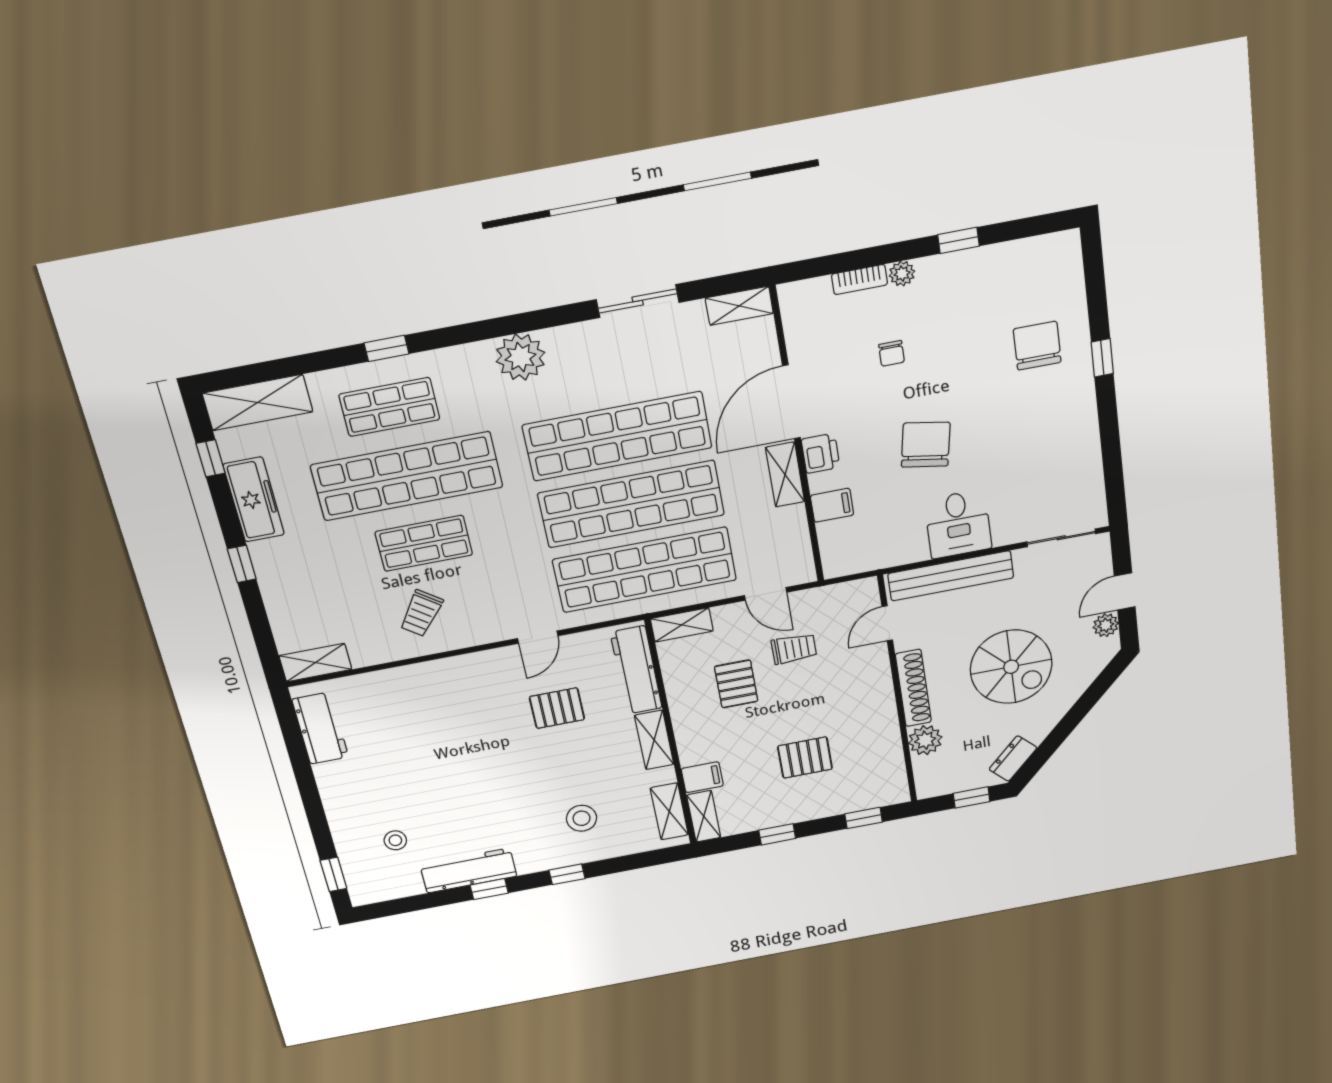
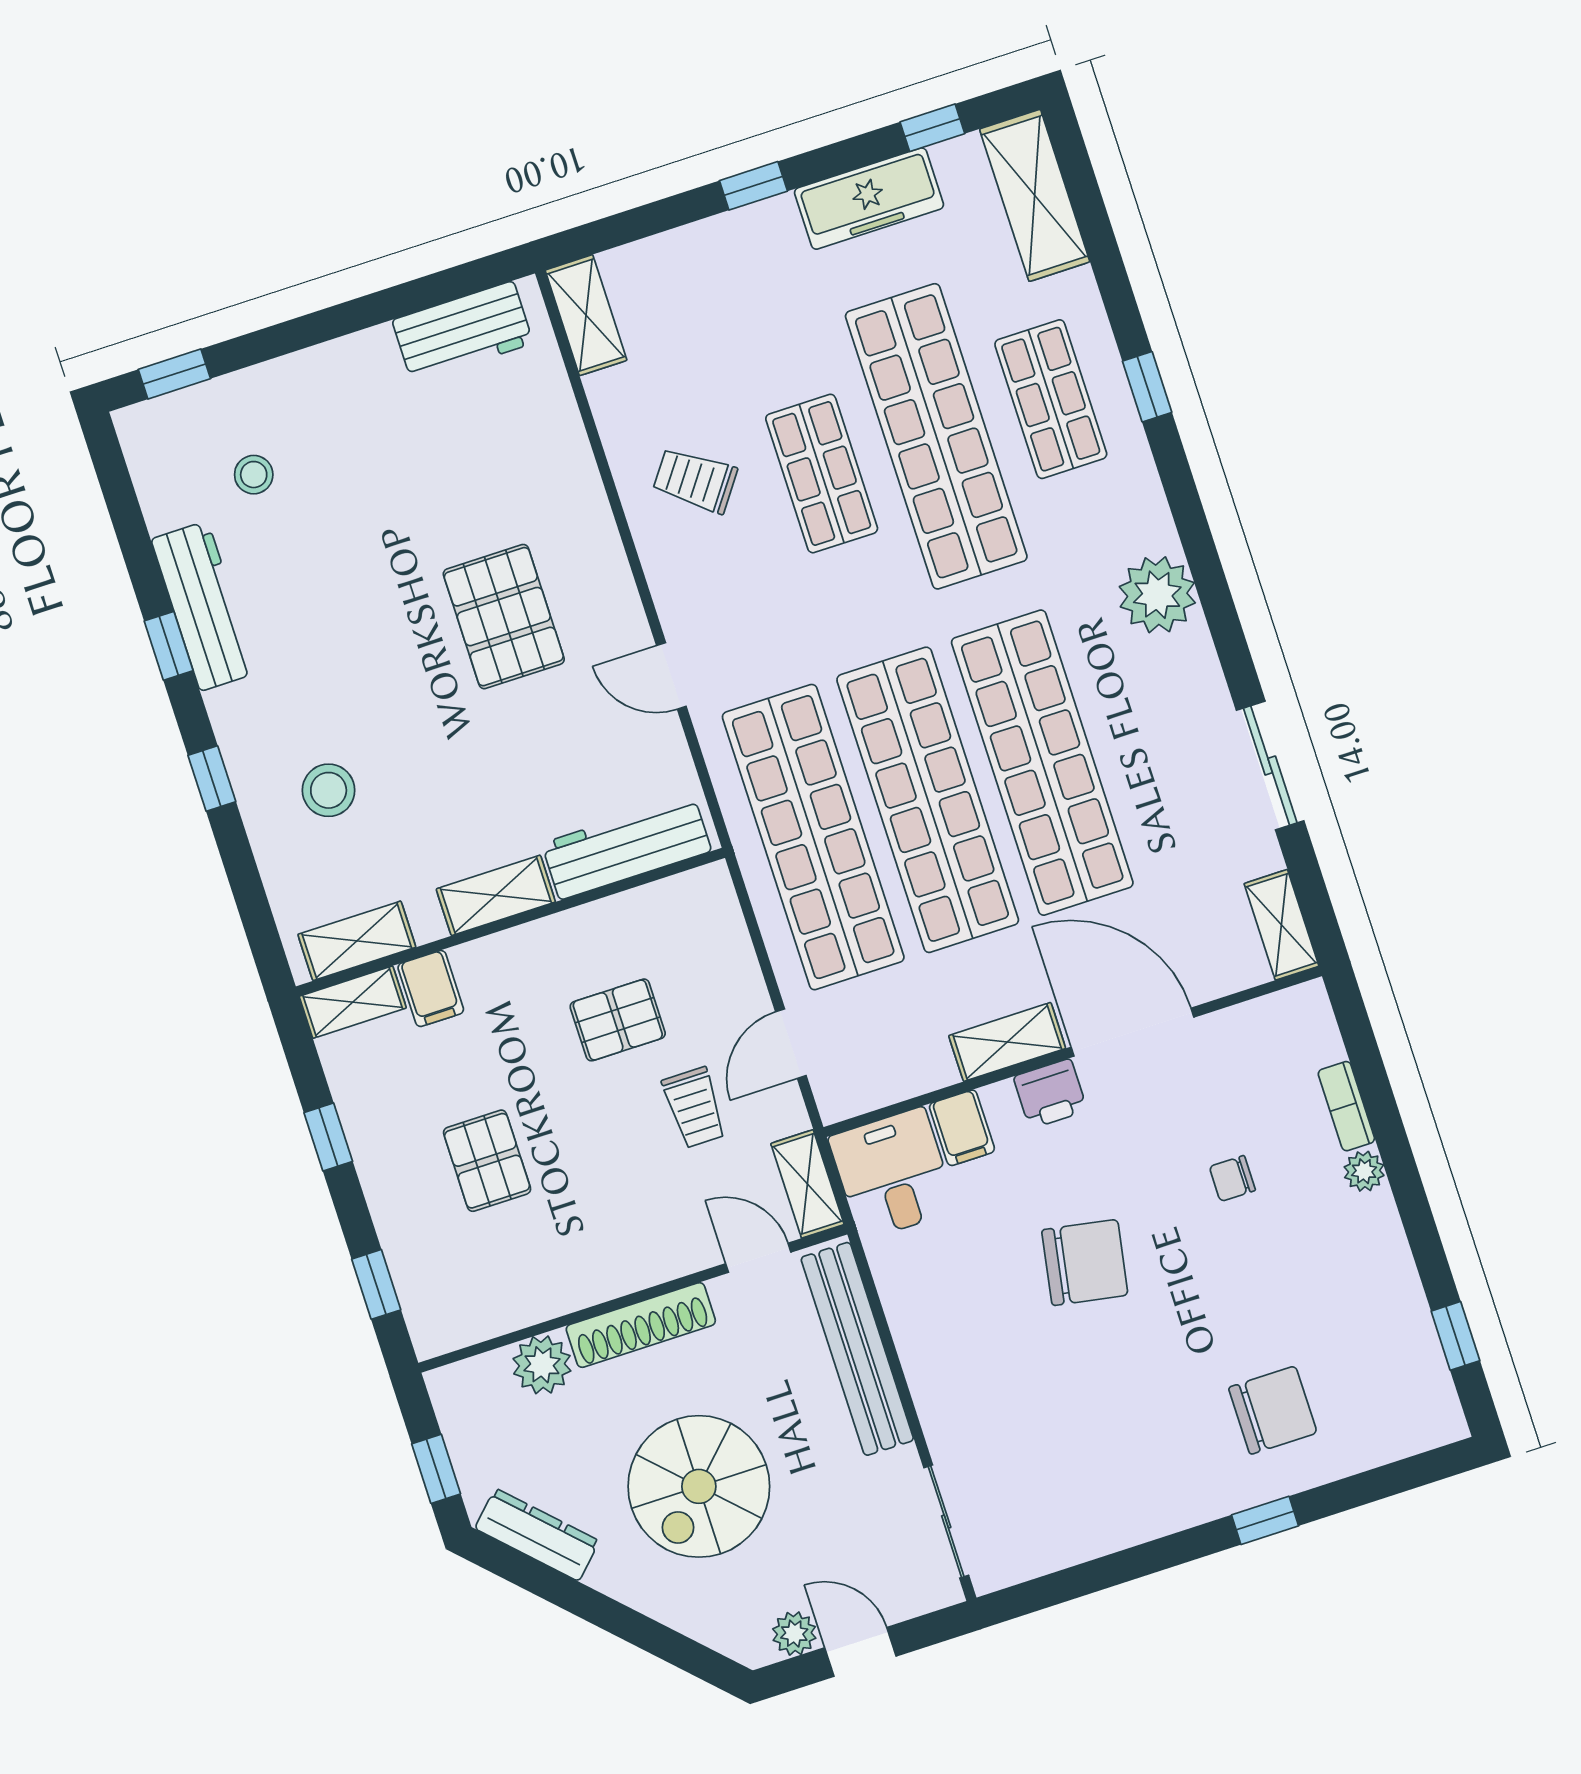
window: (959, 240) -> (1455, 1336), moved
desk: (958, 524) -> (893, 1174), moved, turned 90
shelving: (682, 625) -> (807, 1184), moved
pallet: (557, 708) -> (504, 617), moved, width x1.50, depth x1.42
dresser: (1013, 759) -> (537, 1535), width x1.44

